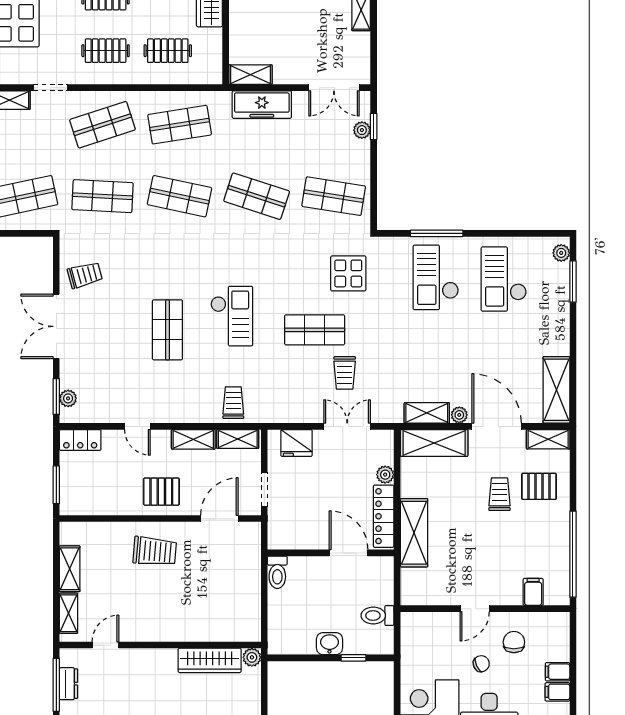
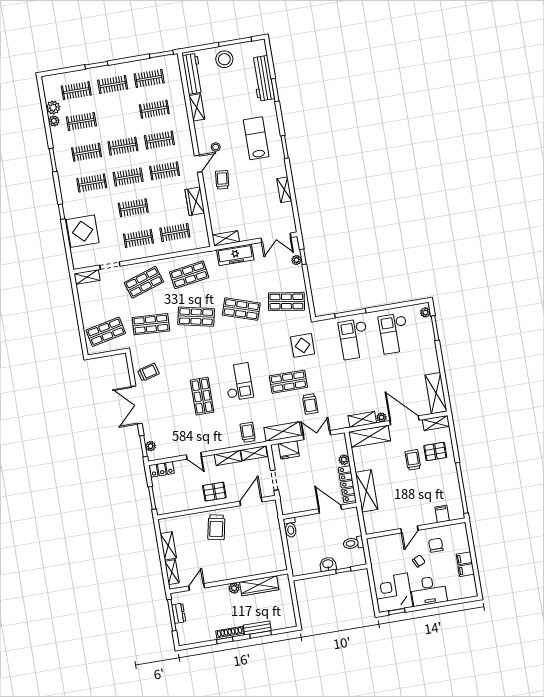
shelving: (291, 411) -> (283, 432), added
trolley: (155, 551) -> (216, 527), turned 96
plant: (252, 657) -> (234, 588), moved

